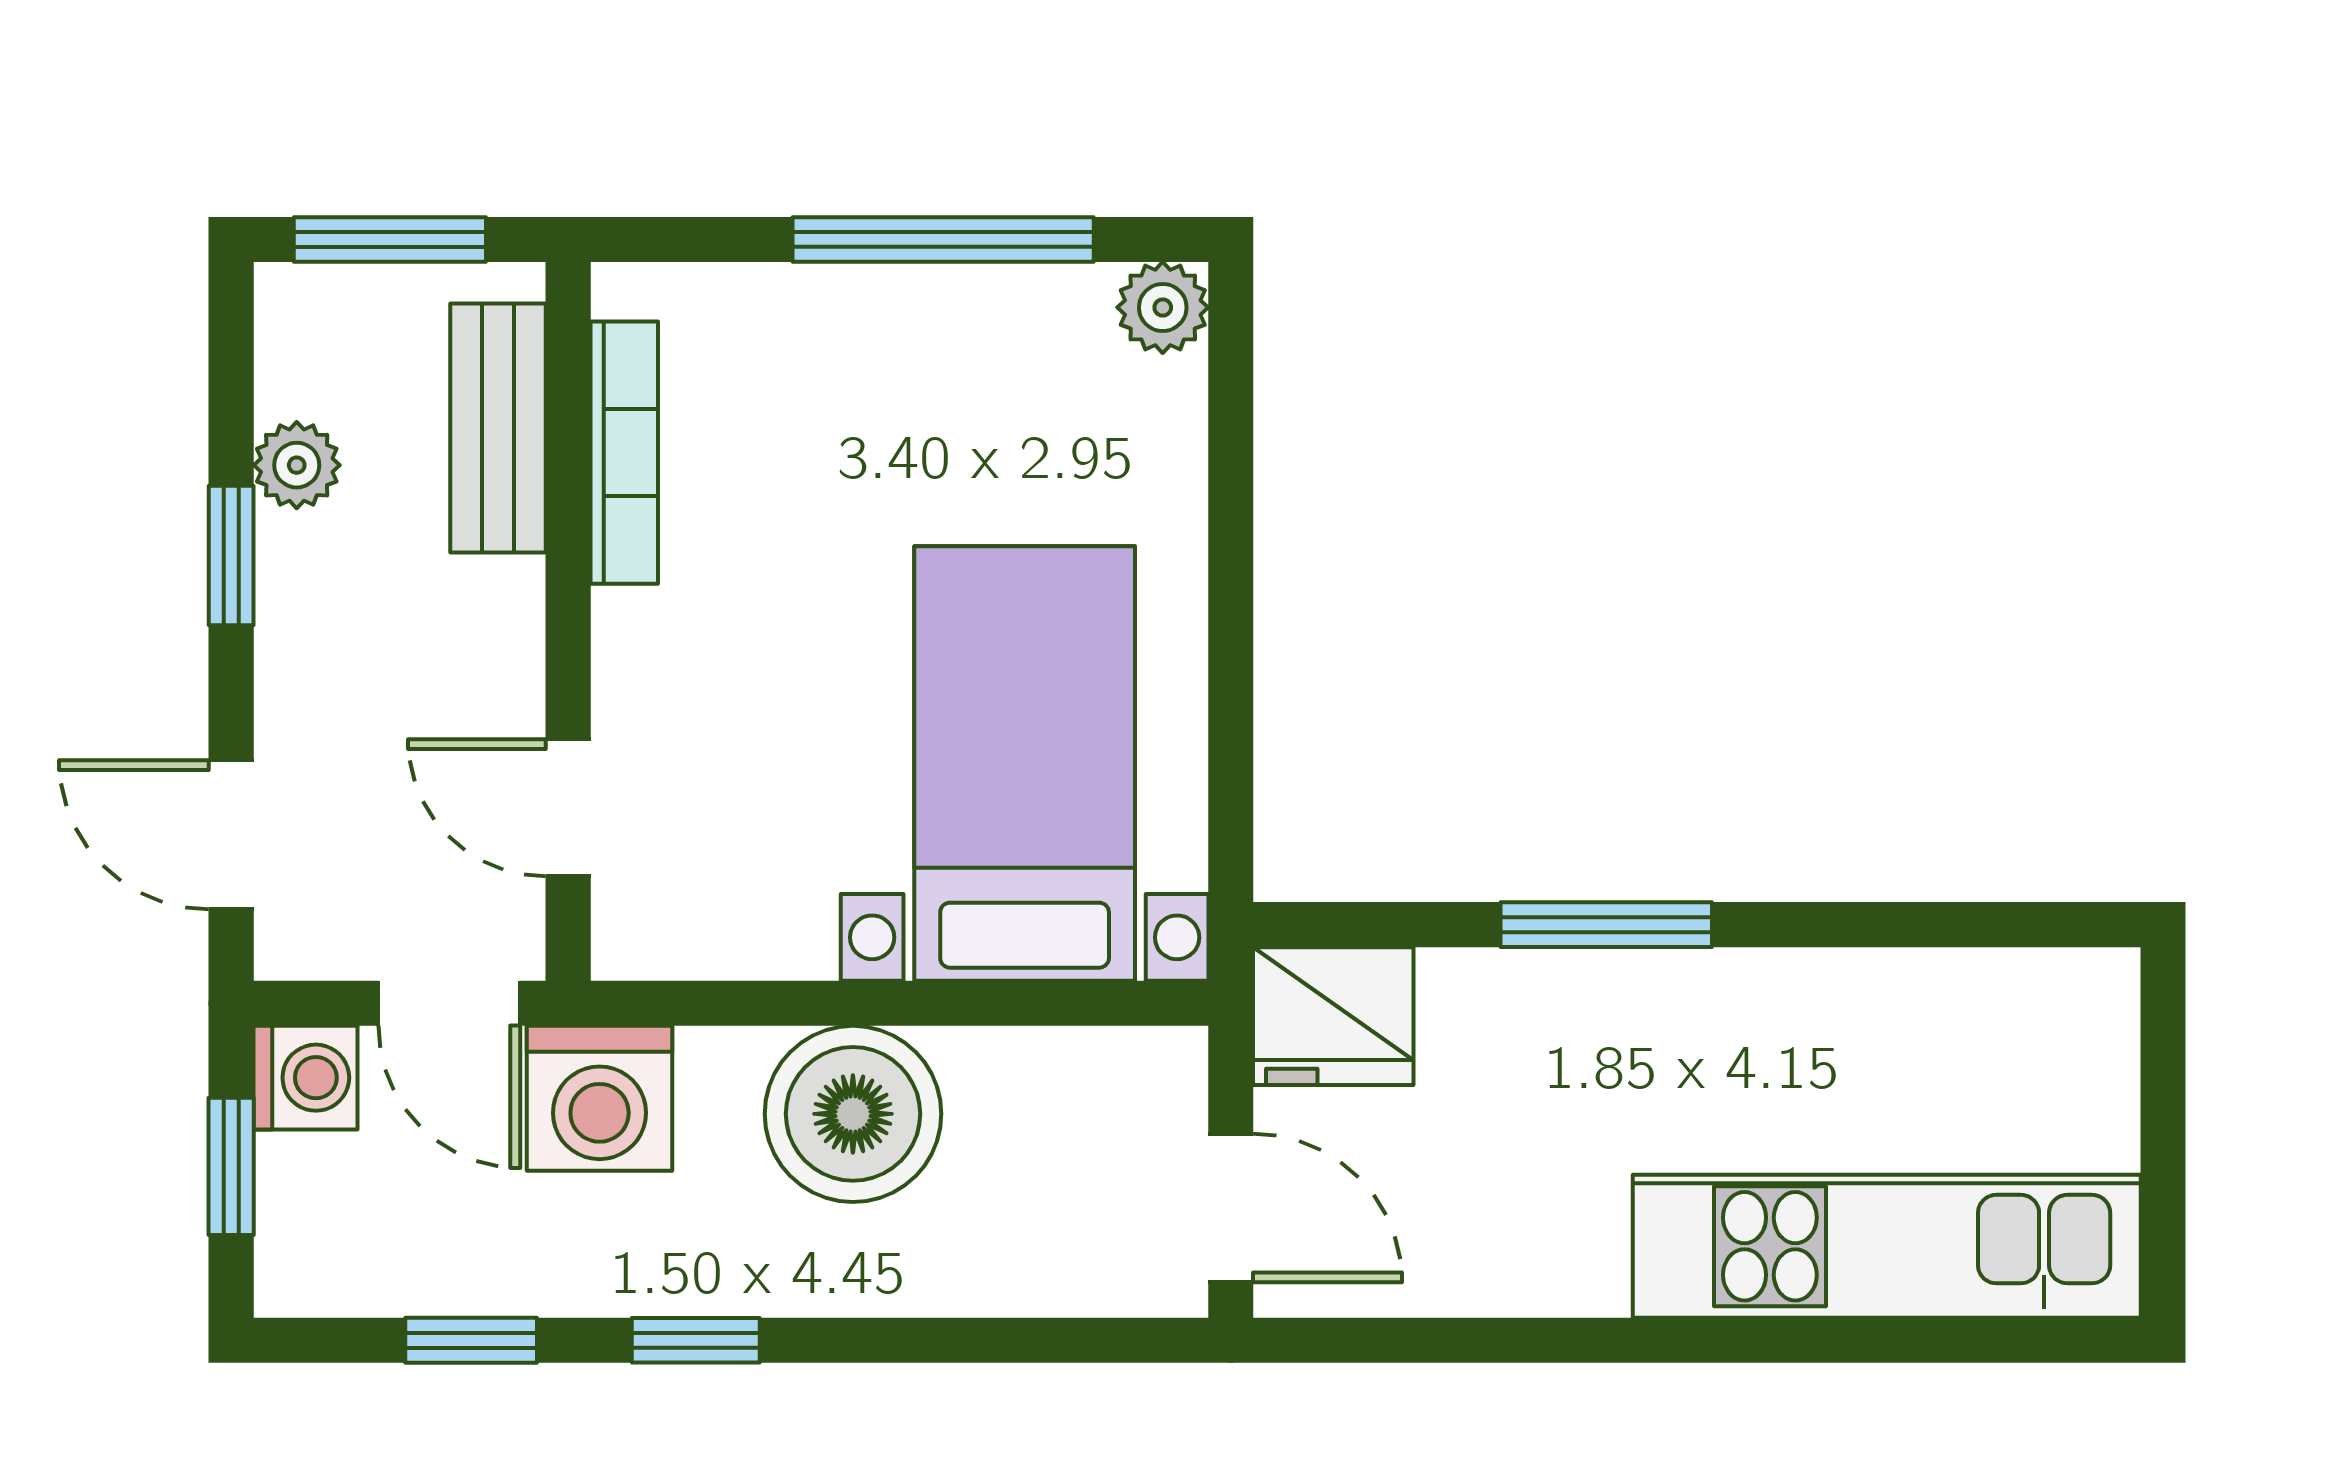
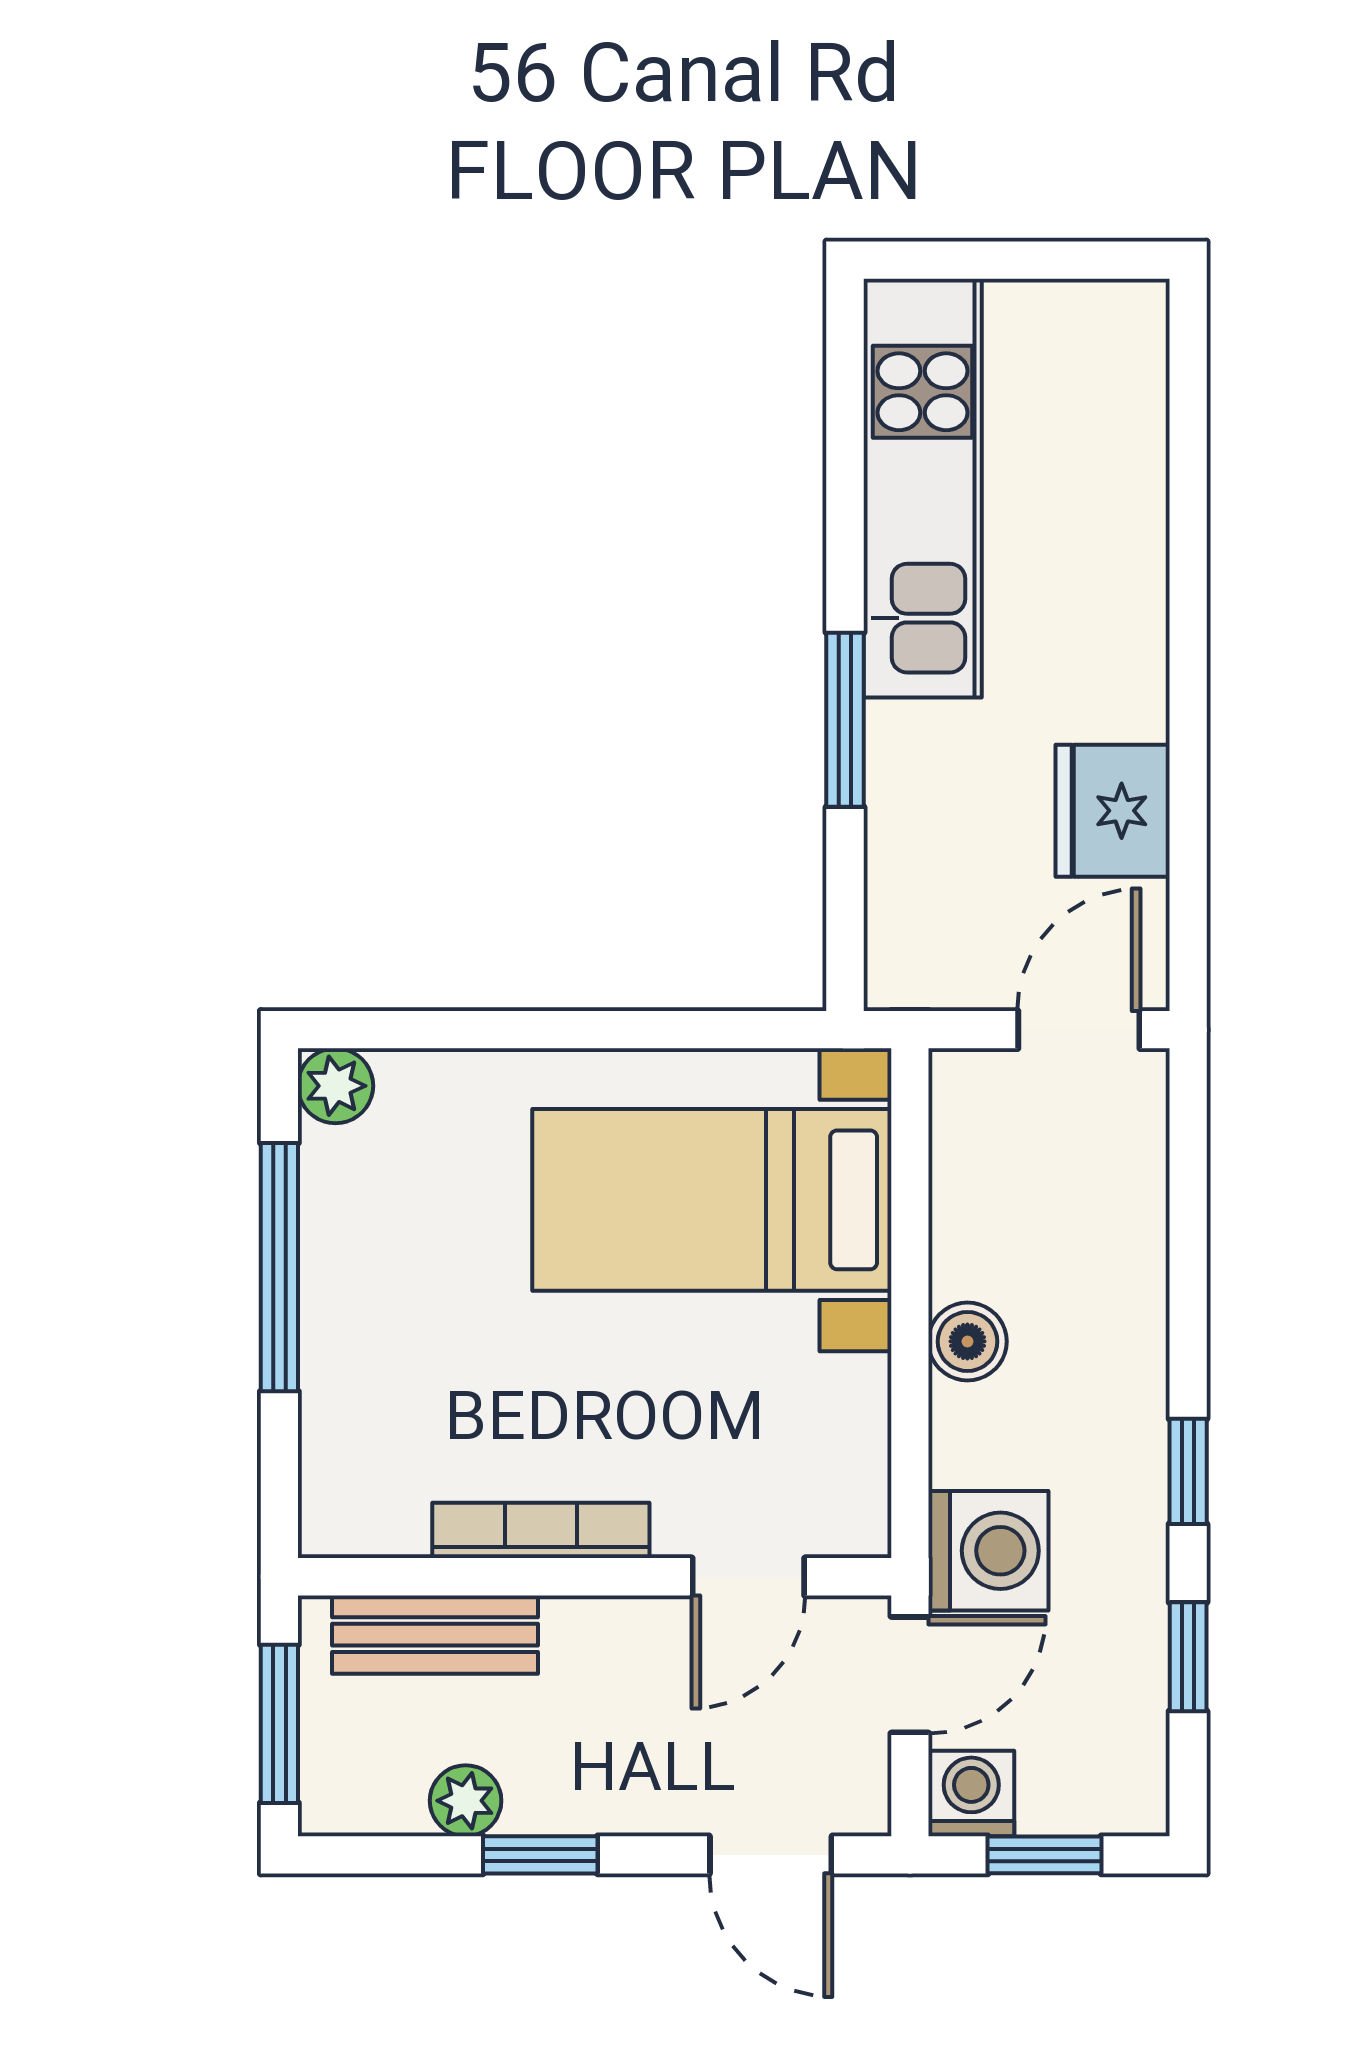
bookcase: (624, 453) -> (541, 1530), moved
door: (231, 835) -> (771, 1855), hinge flipped
fridge: (1333, 1016) -> (1113, 811), moved, turned 180
boiler: (853, 1114) -> (967, 1341), width x0.54, depth x0.54
kitchen unit: (1887, 1246) -> (923, 488), moved, turned 180

